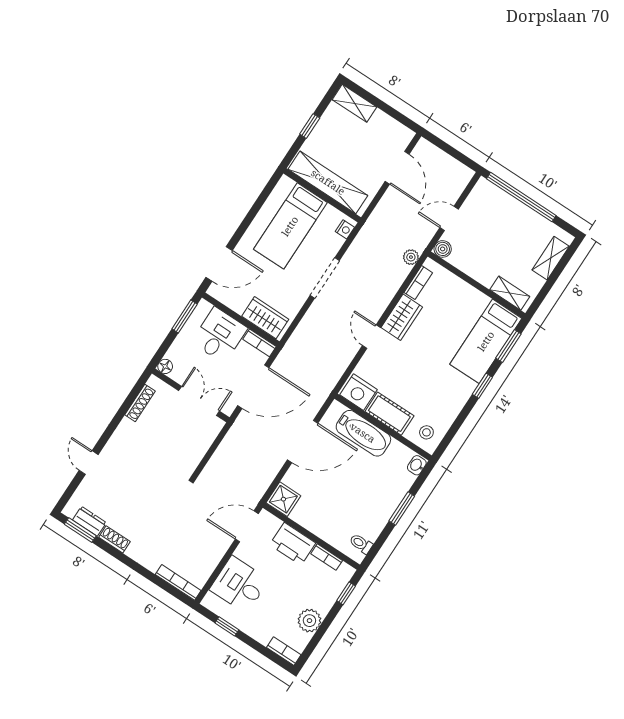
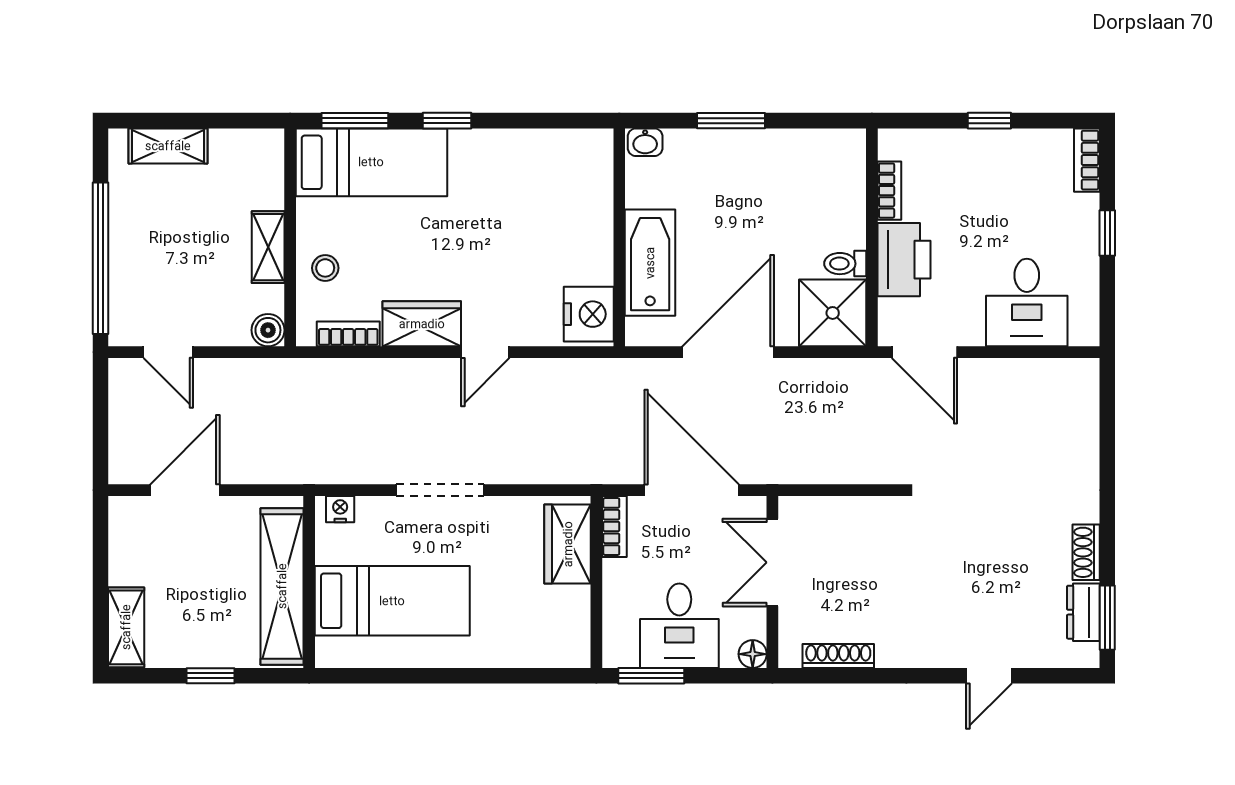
door: (449, 218) -> (168, 352), moved
plant: (411, 257) -> (315, 373), removed
door: (219, 264) -> (529, 676), removed
shelving: (510, 293) -> (268, 247), moved
desk: (219, 335) -> (679, 626), moved, turned -90
cot: (389, 414) -> (591, 241), removed
stool: (426, 432) -> (325, 268), moved
door: (303, 441) -> (728, 352), hinge flipped
shower: (283, 499) -> (833, 313), width x1.36, depth x1.36
toilet: (361, 544) -> (845, 264), moved, turned 90
bookcase: (178, 582) -> (1088, 404), removed
window: (346, 593) -> (989, 121), moved
plant: (309, 621) -> (1010, 151), removed
window: (227, 626) -> (1107, 233), moved

